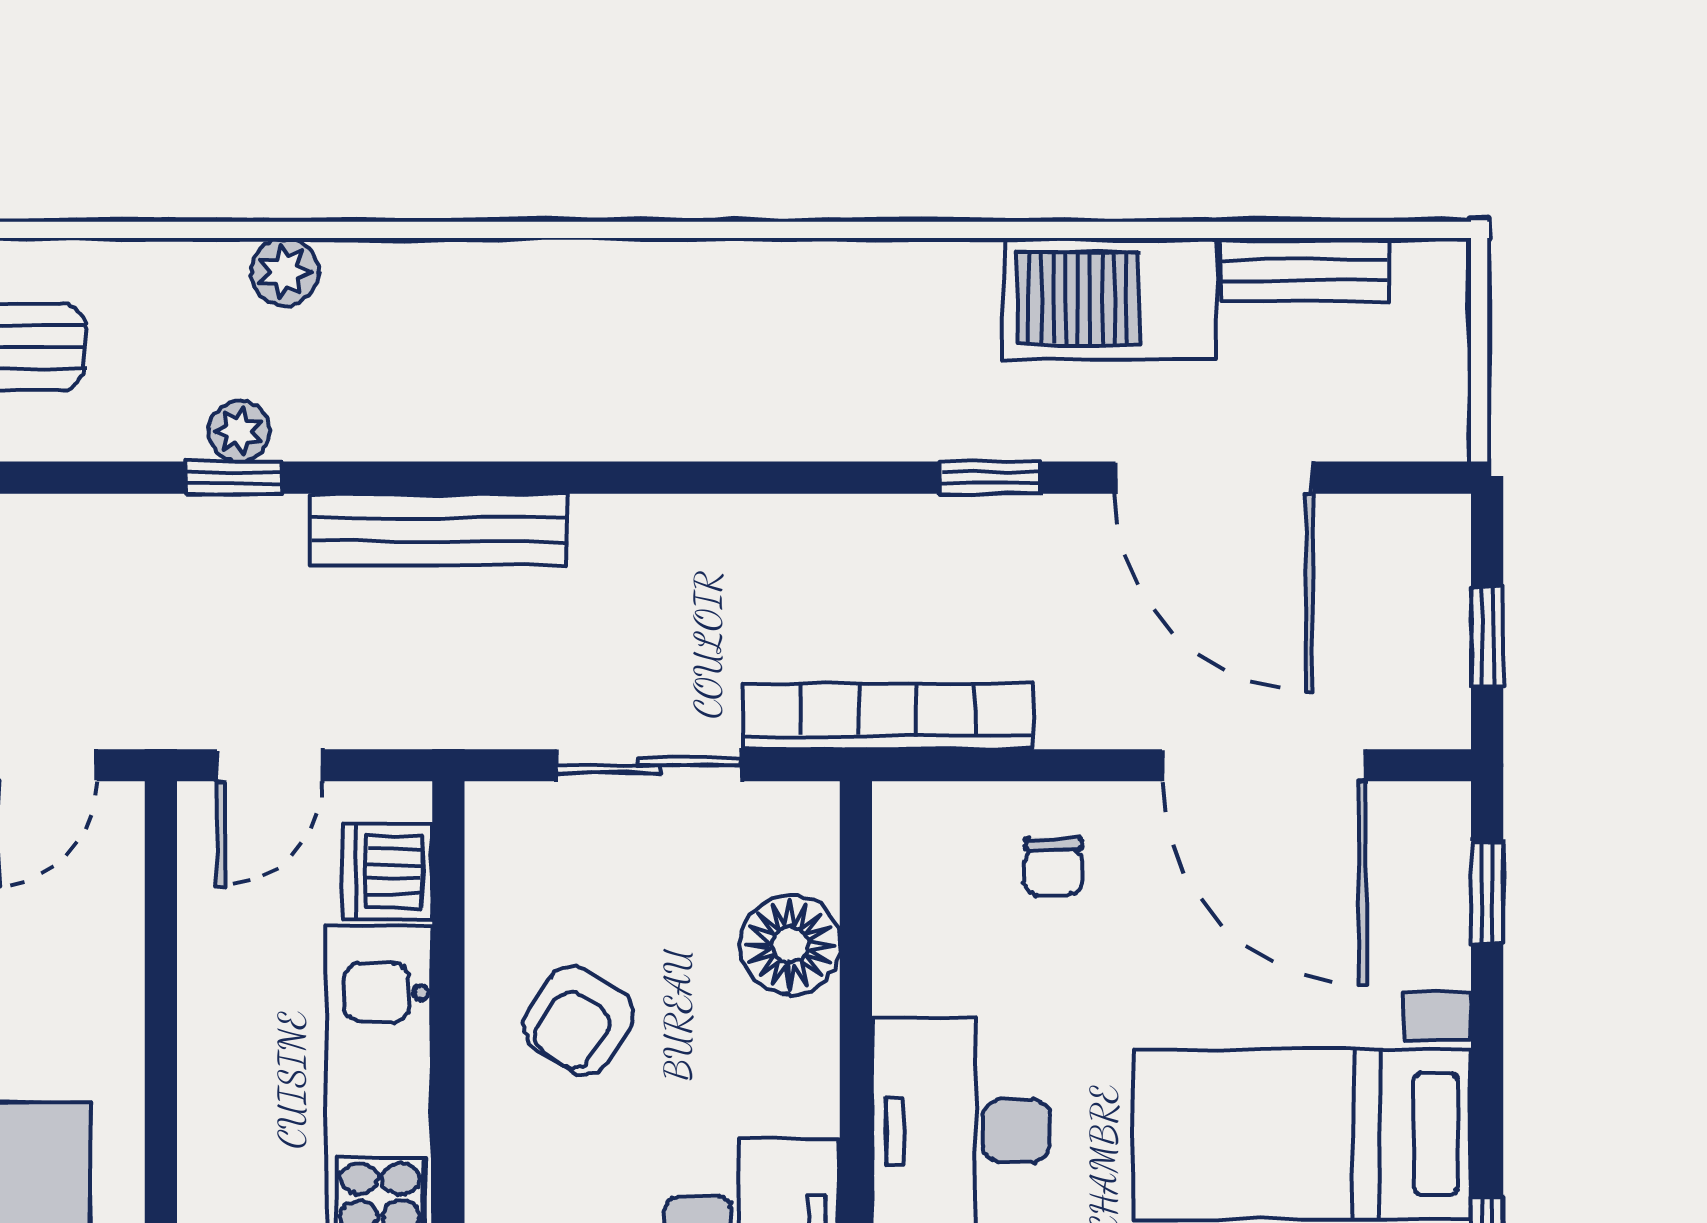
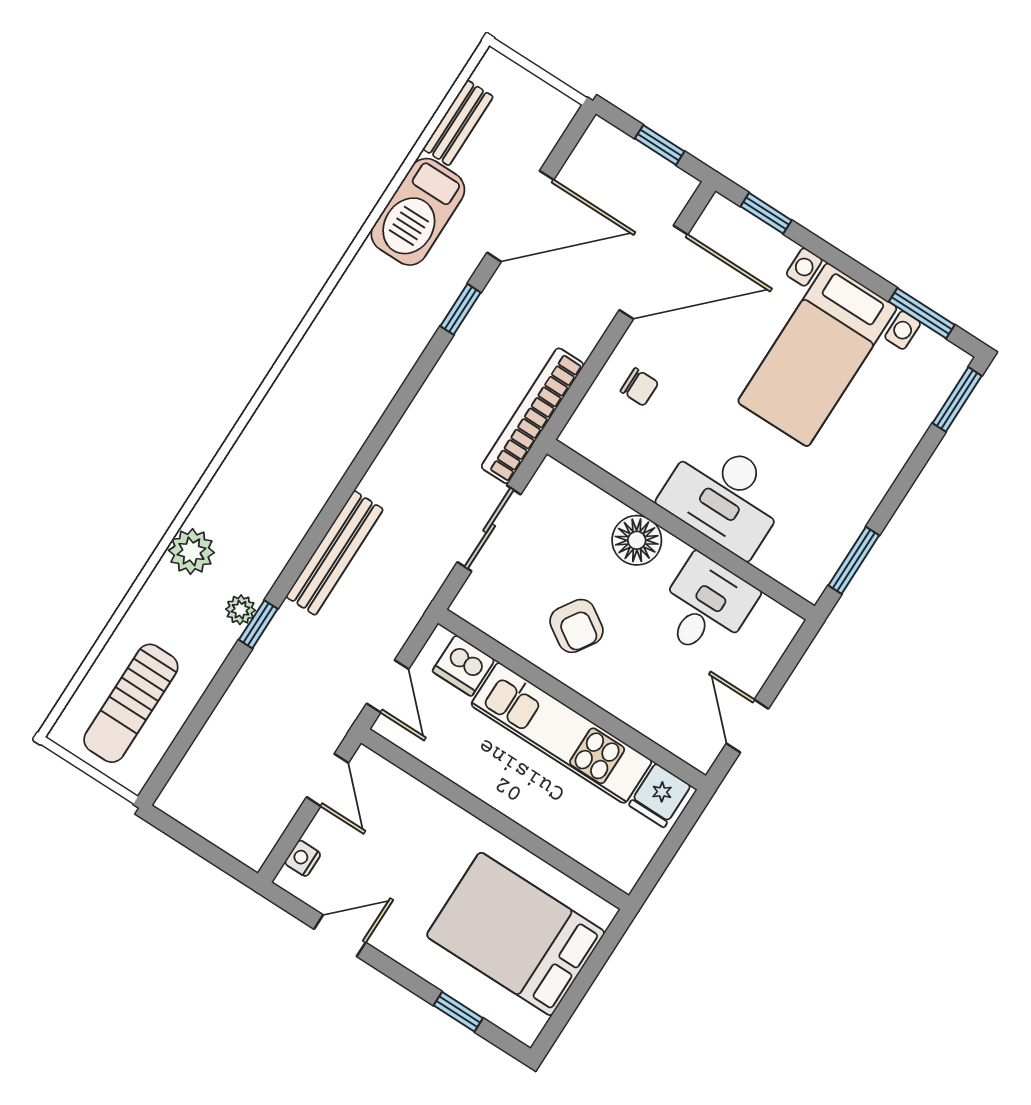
plant: (285, 272) -> (191, 551), width x1.38, depth x1.38
floor lamp: (790, 945) -> (637, 540), moved

